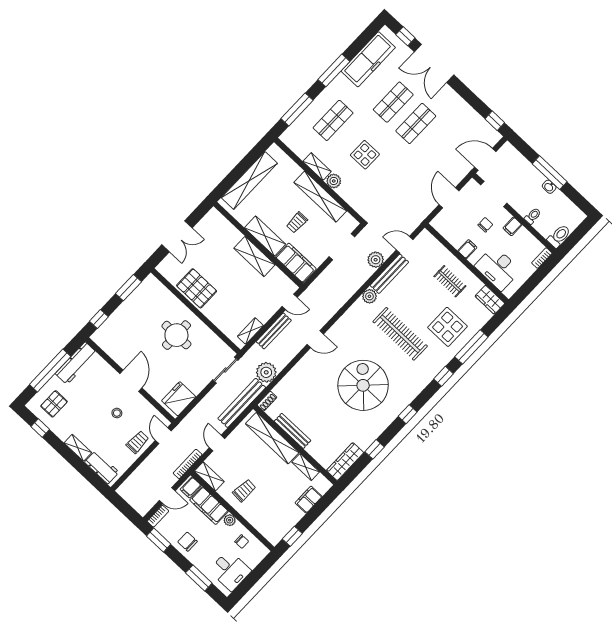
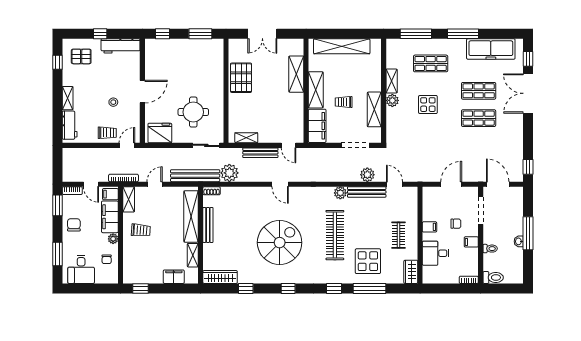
shelving: (320, 197) -> (374, 109), width x0.68
shelving: (254, 256) -> (296, 74), moved
desk: (498, 268) -> (436, 253), width x0.73
round table: (176, 335) -> (193, 112), moved
window: (50, 371) -> (100, 34), width x0.32

